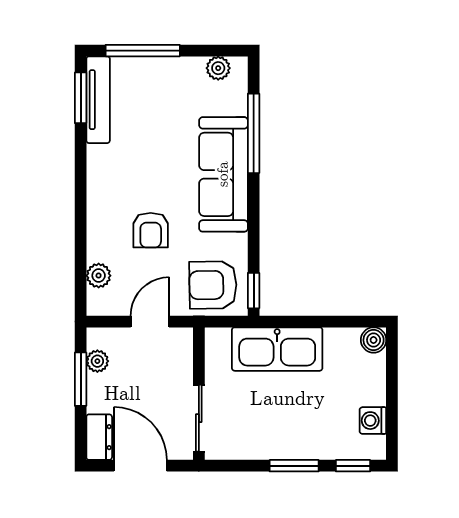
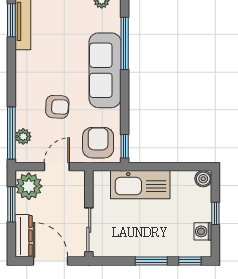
armchair: (151, 230) -> (57, 107), turned -87
window: (81, 270) -> (11, 133), added
armchair: (213, 285) -> (98, 143), turned 91
plant: (97, 361) -> (29, 186), width x1.87, depth x1.87
window: (392, 393) -> (215, 213), added
dresser: (99, 437) -> (24, 236), width x1.44

